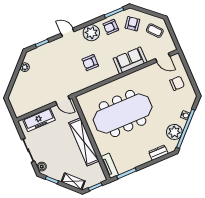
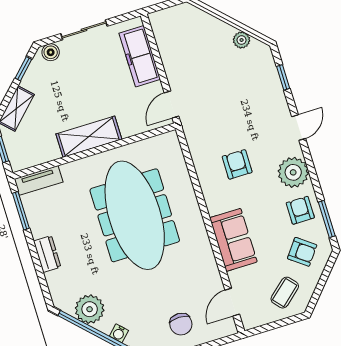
shelving: (84, 142) -> (89, 137), width x0.68
dresser: (158, 153) -> (47, 254), moved

